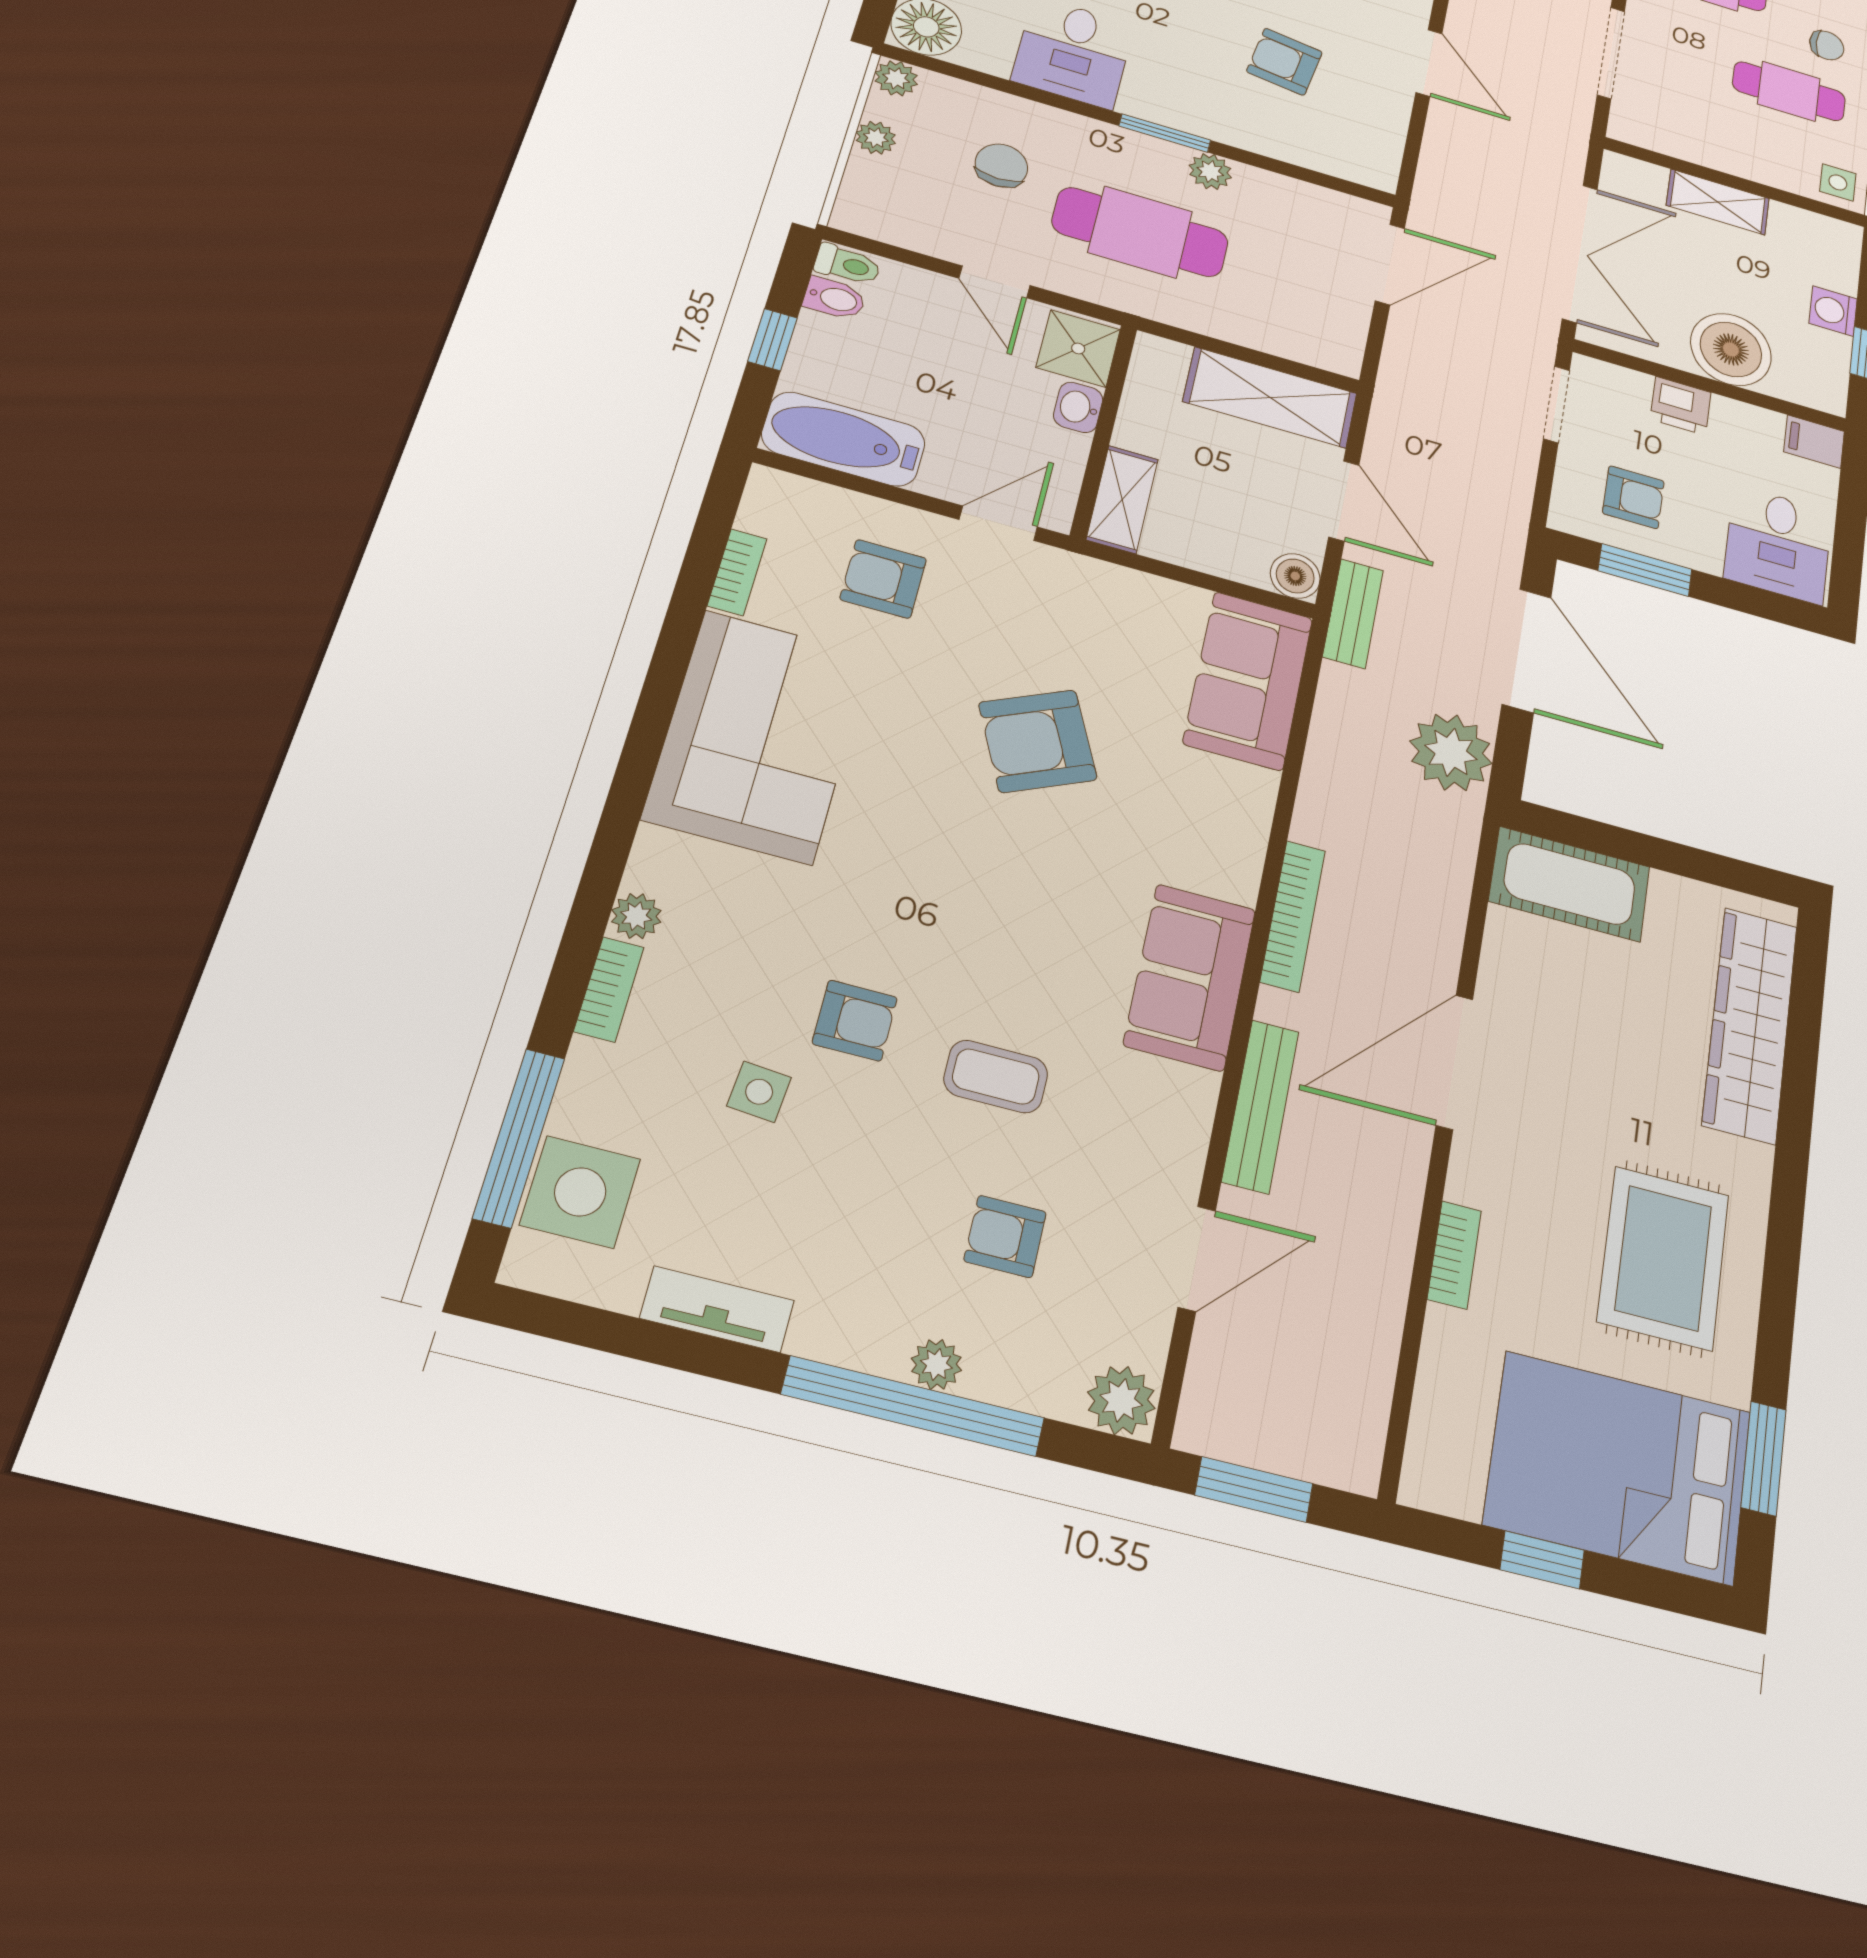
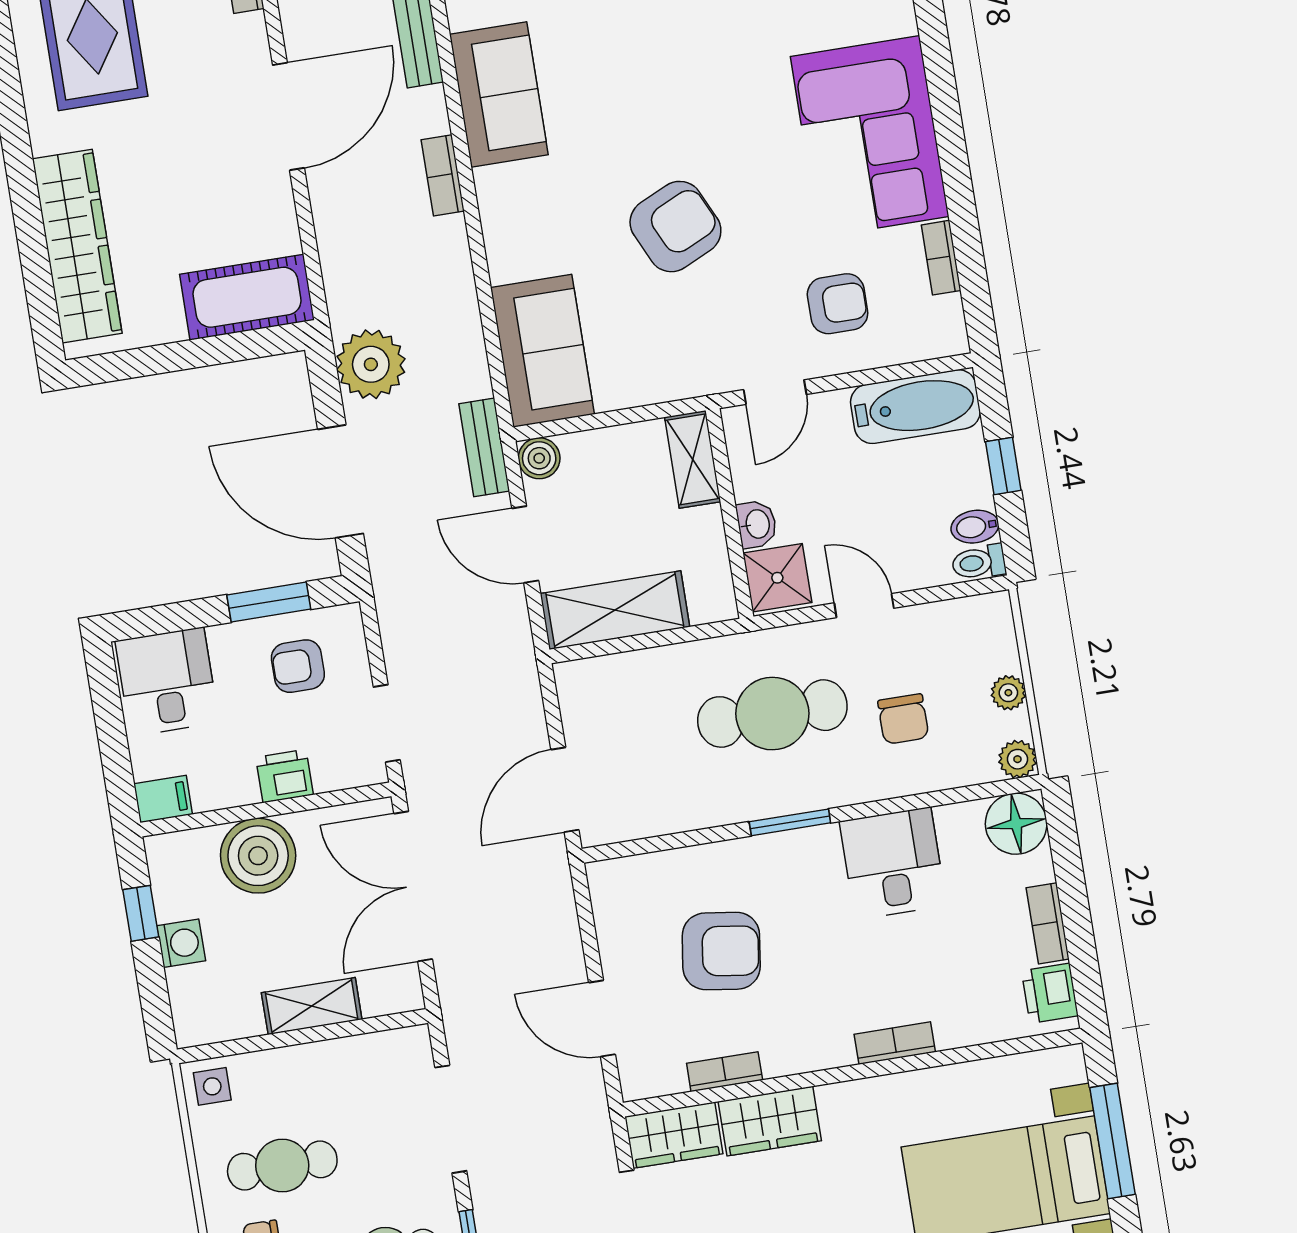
armchair: (1284, 62) -> (721, 951), width x1.38, depth x1.38
plant: (1210, 171) -> (740, 804), removed
bookcase: (1293, 916) -> (443, 175), width x0.64

